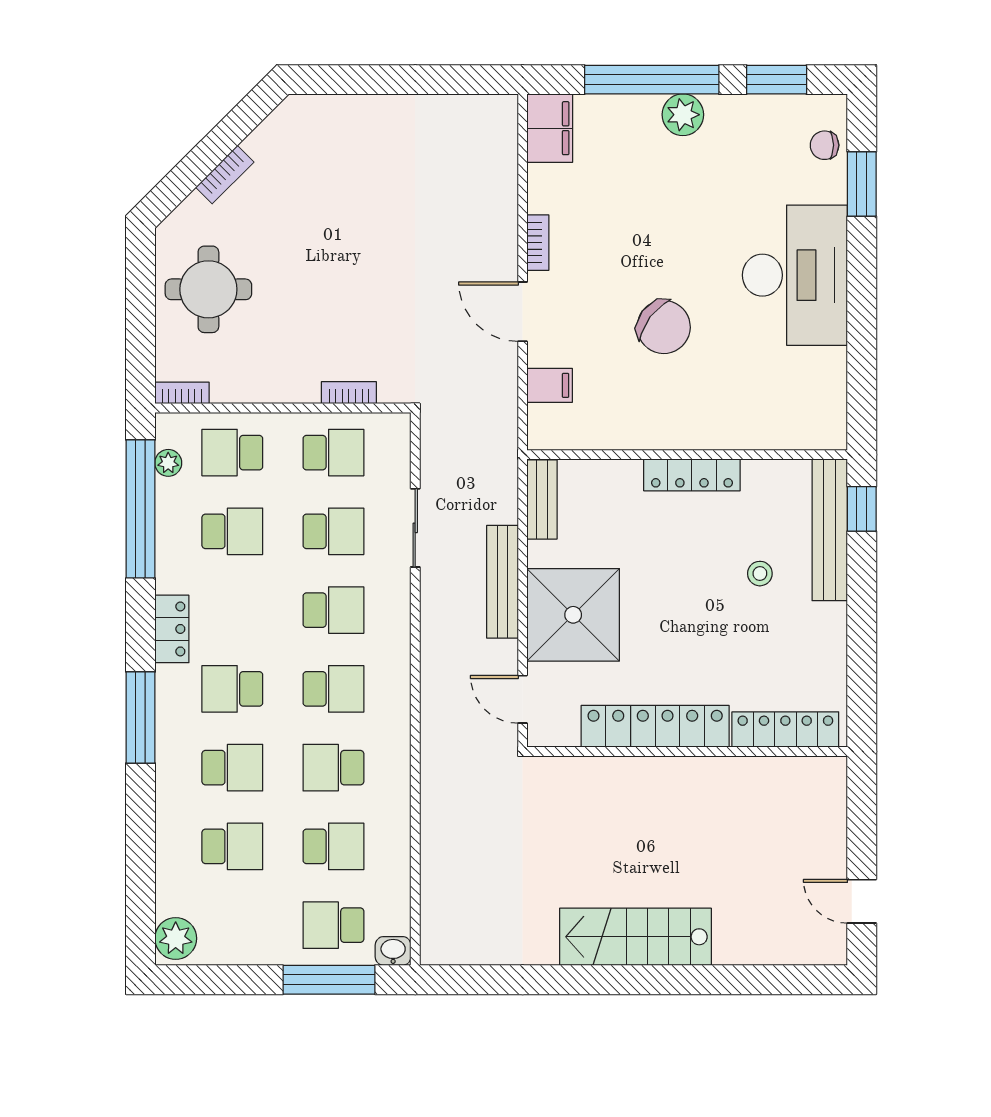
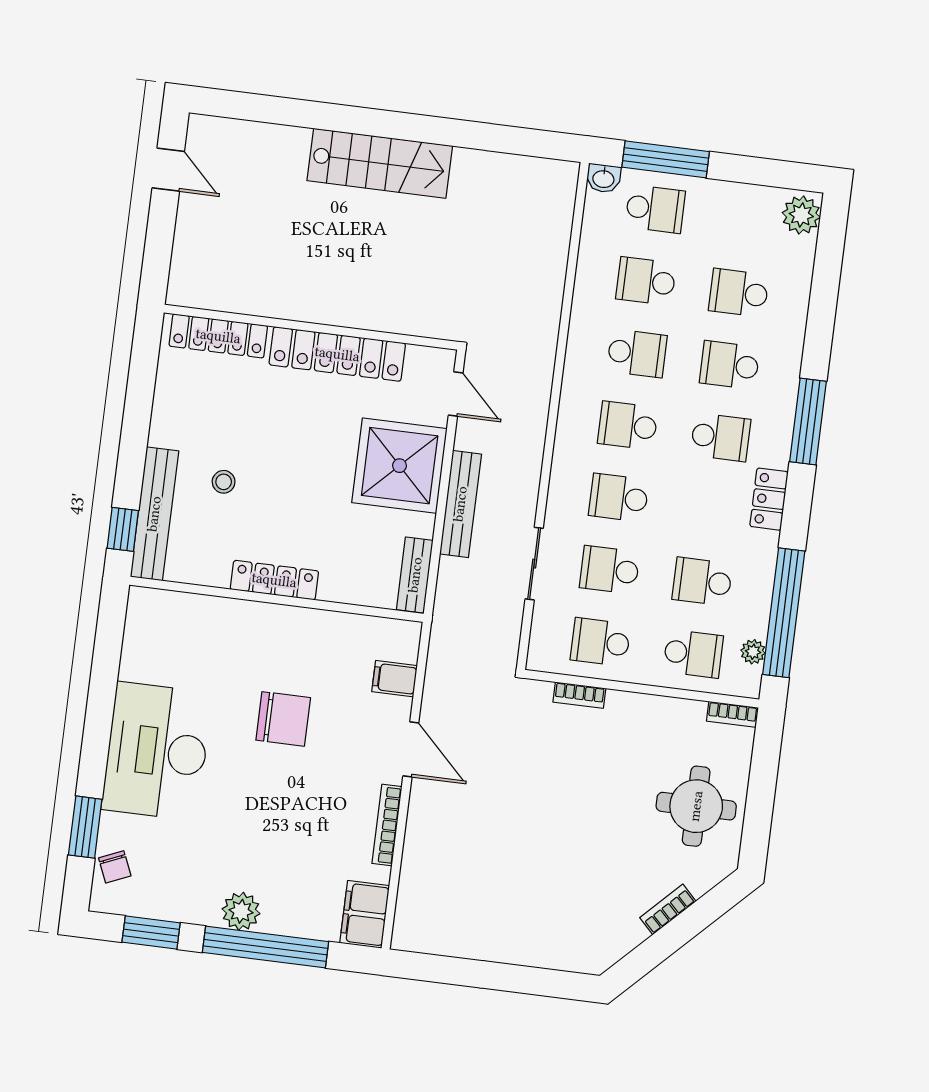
chair: (825, 145) -> (115, 867), turned 67
bookcase: (538, 243) -> (387, 825), width x1.56
chair: (664, 327) -> (283, 719), turned 143

